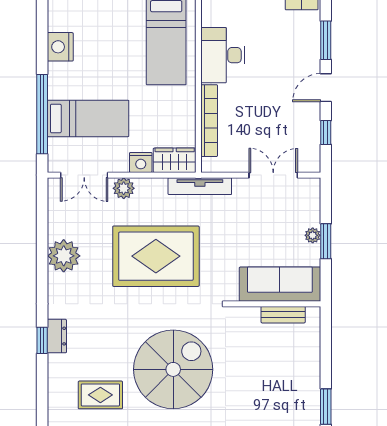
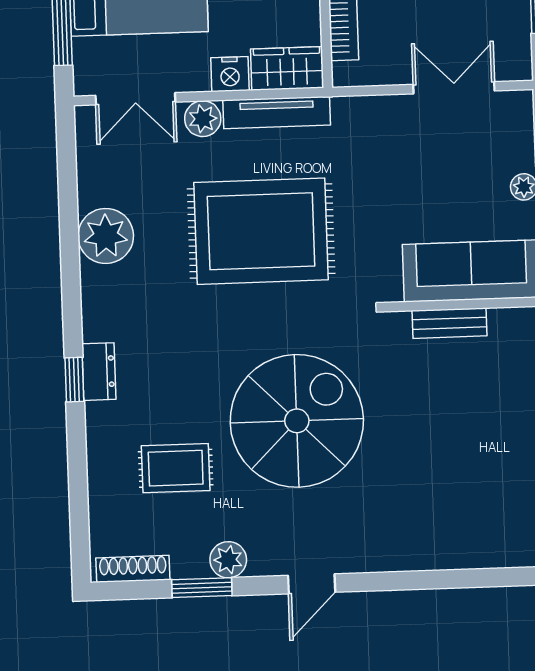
tv unit: (200, 186) -> (277, 112), moved
bench: (283, 315) -> (449, 323), moved

